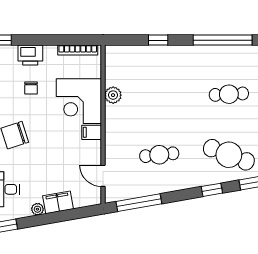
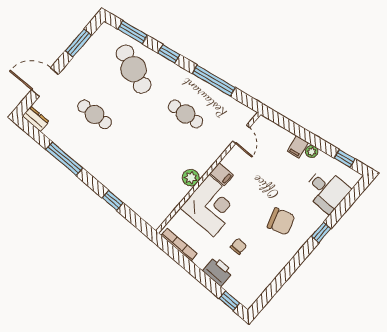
window: (223, 40) -> (64, 159), width x0.68
plant: (113, 95) -> (191, 178), moved
filing cabinet: (58, 202) -> (298, 147), width x0.50
window: (139, 203) -> (214, 81), moved

